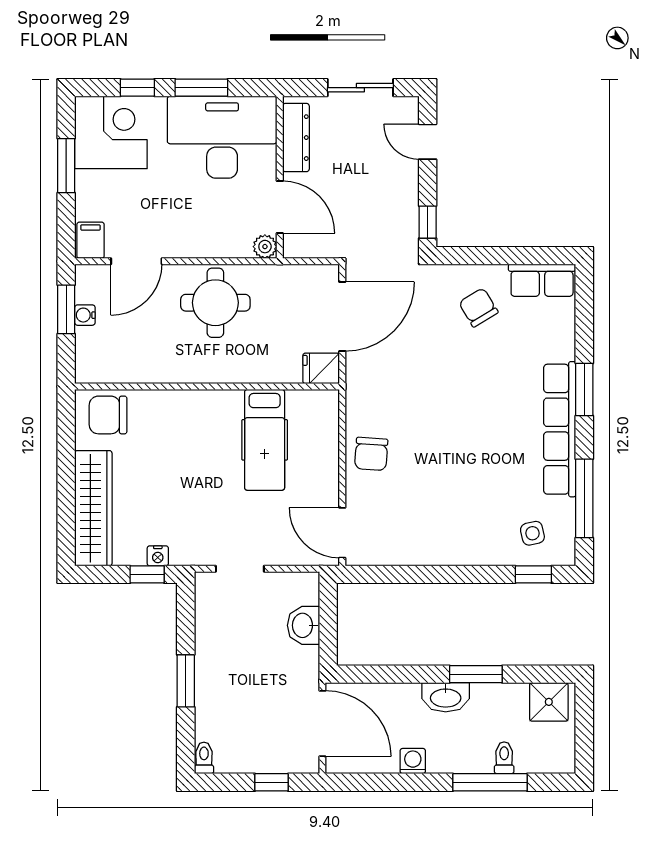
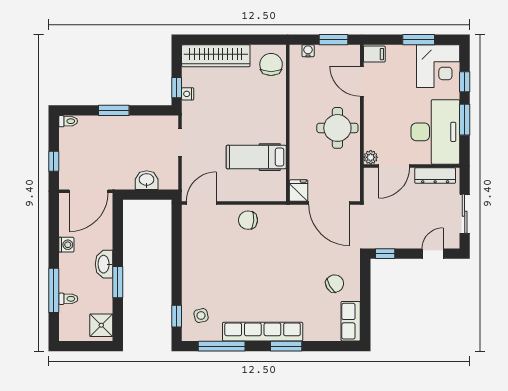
water cooler: (85, 315) -> (308, 51), moved

